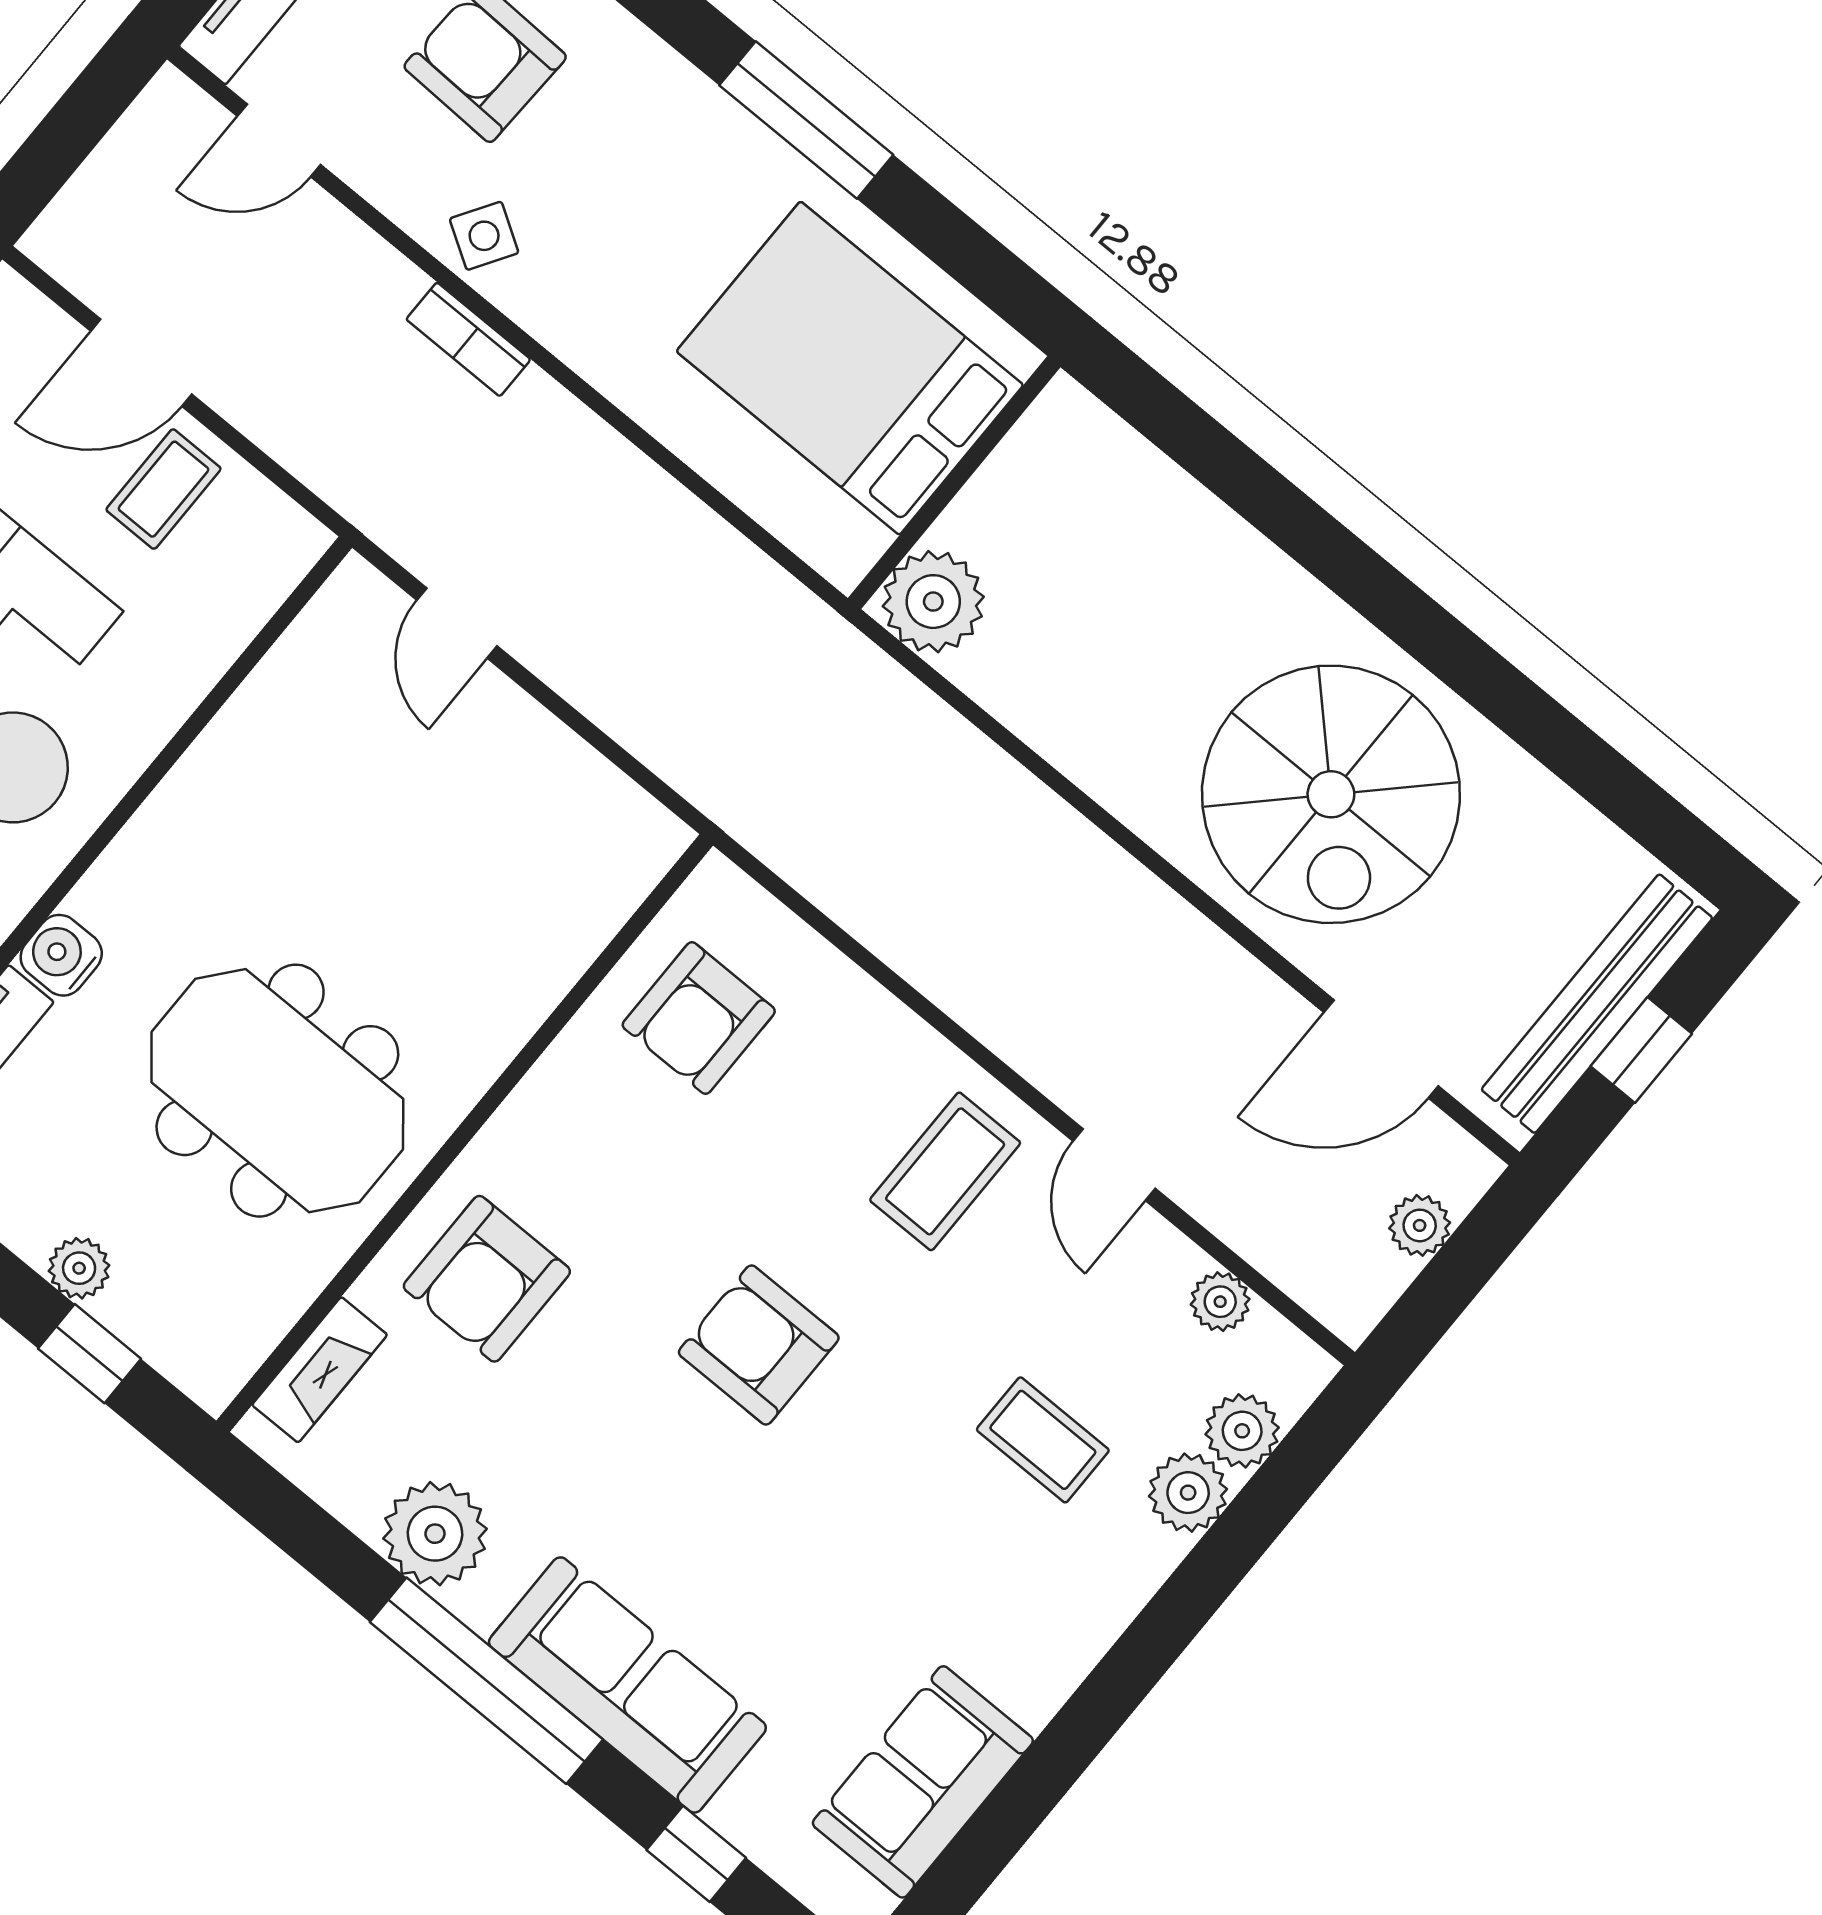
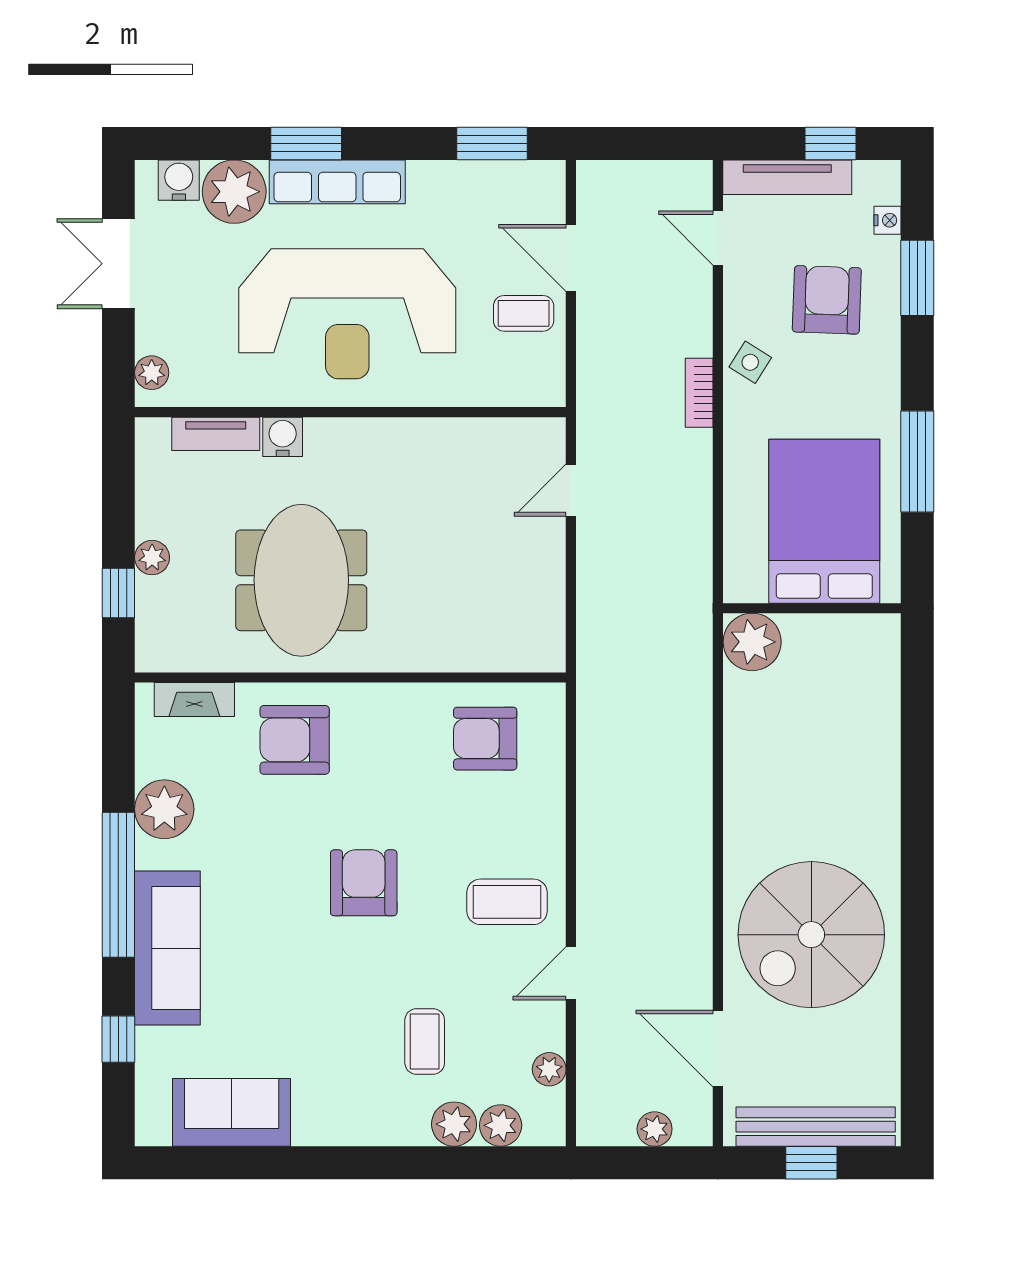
bed: (850, 368) -> (824, 521), moved
wall: (954, 483) -> (812, 608), moved
plant: (933, 602) -> (752, 642), moved

